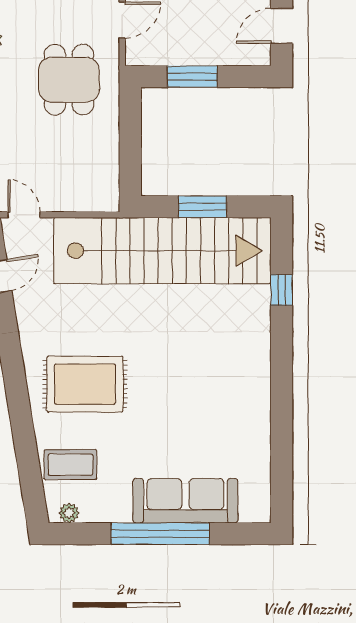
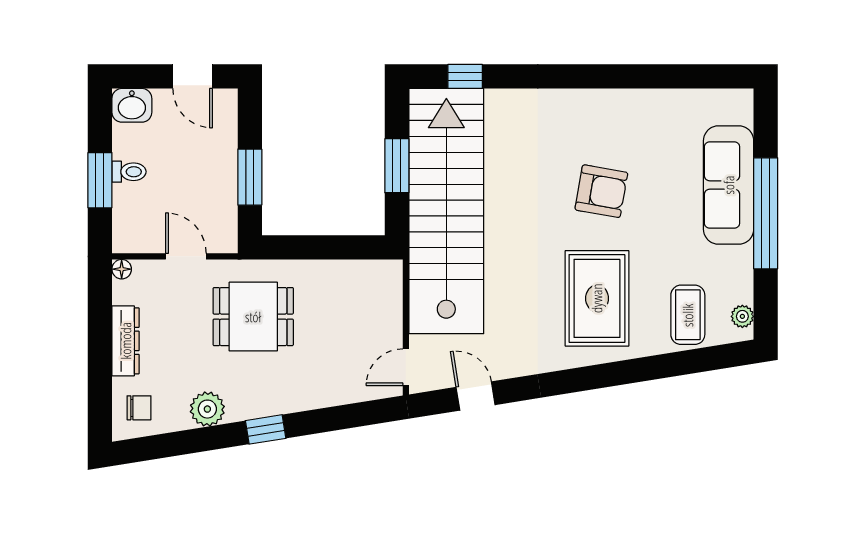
window: (282, 290) -> (465, 76), moved
armchair: (180, 388) -> (601, 191), added

